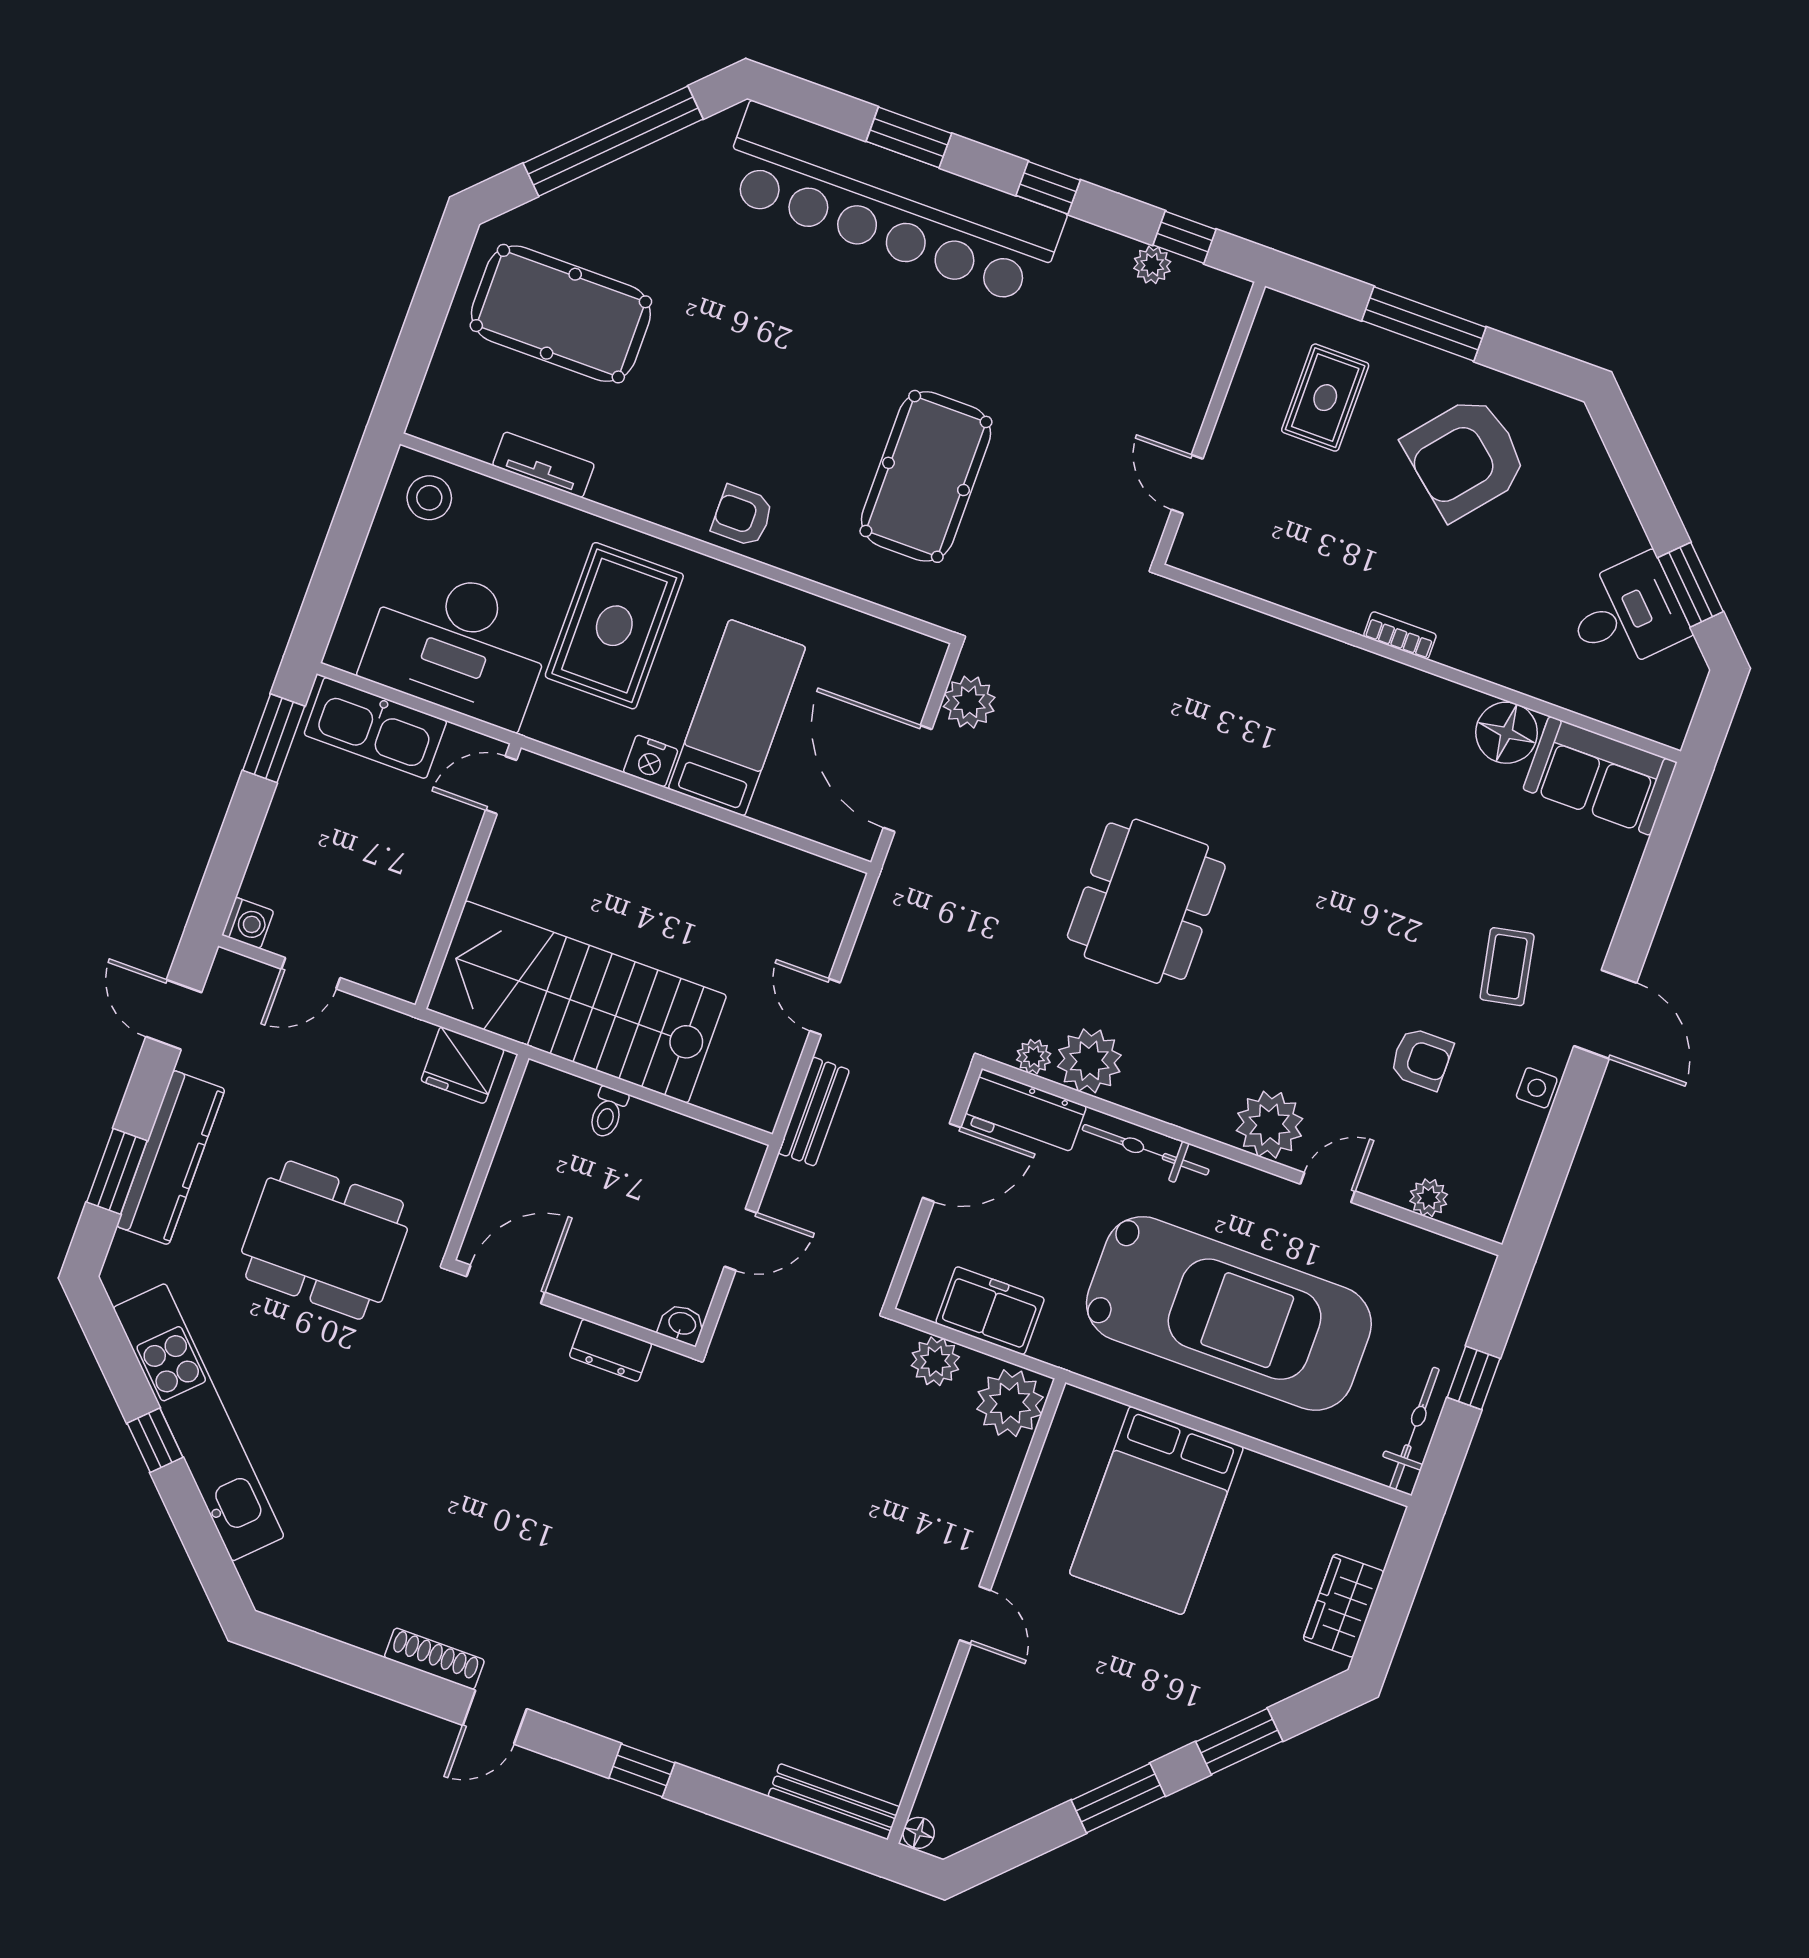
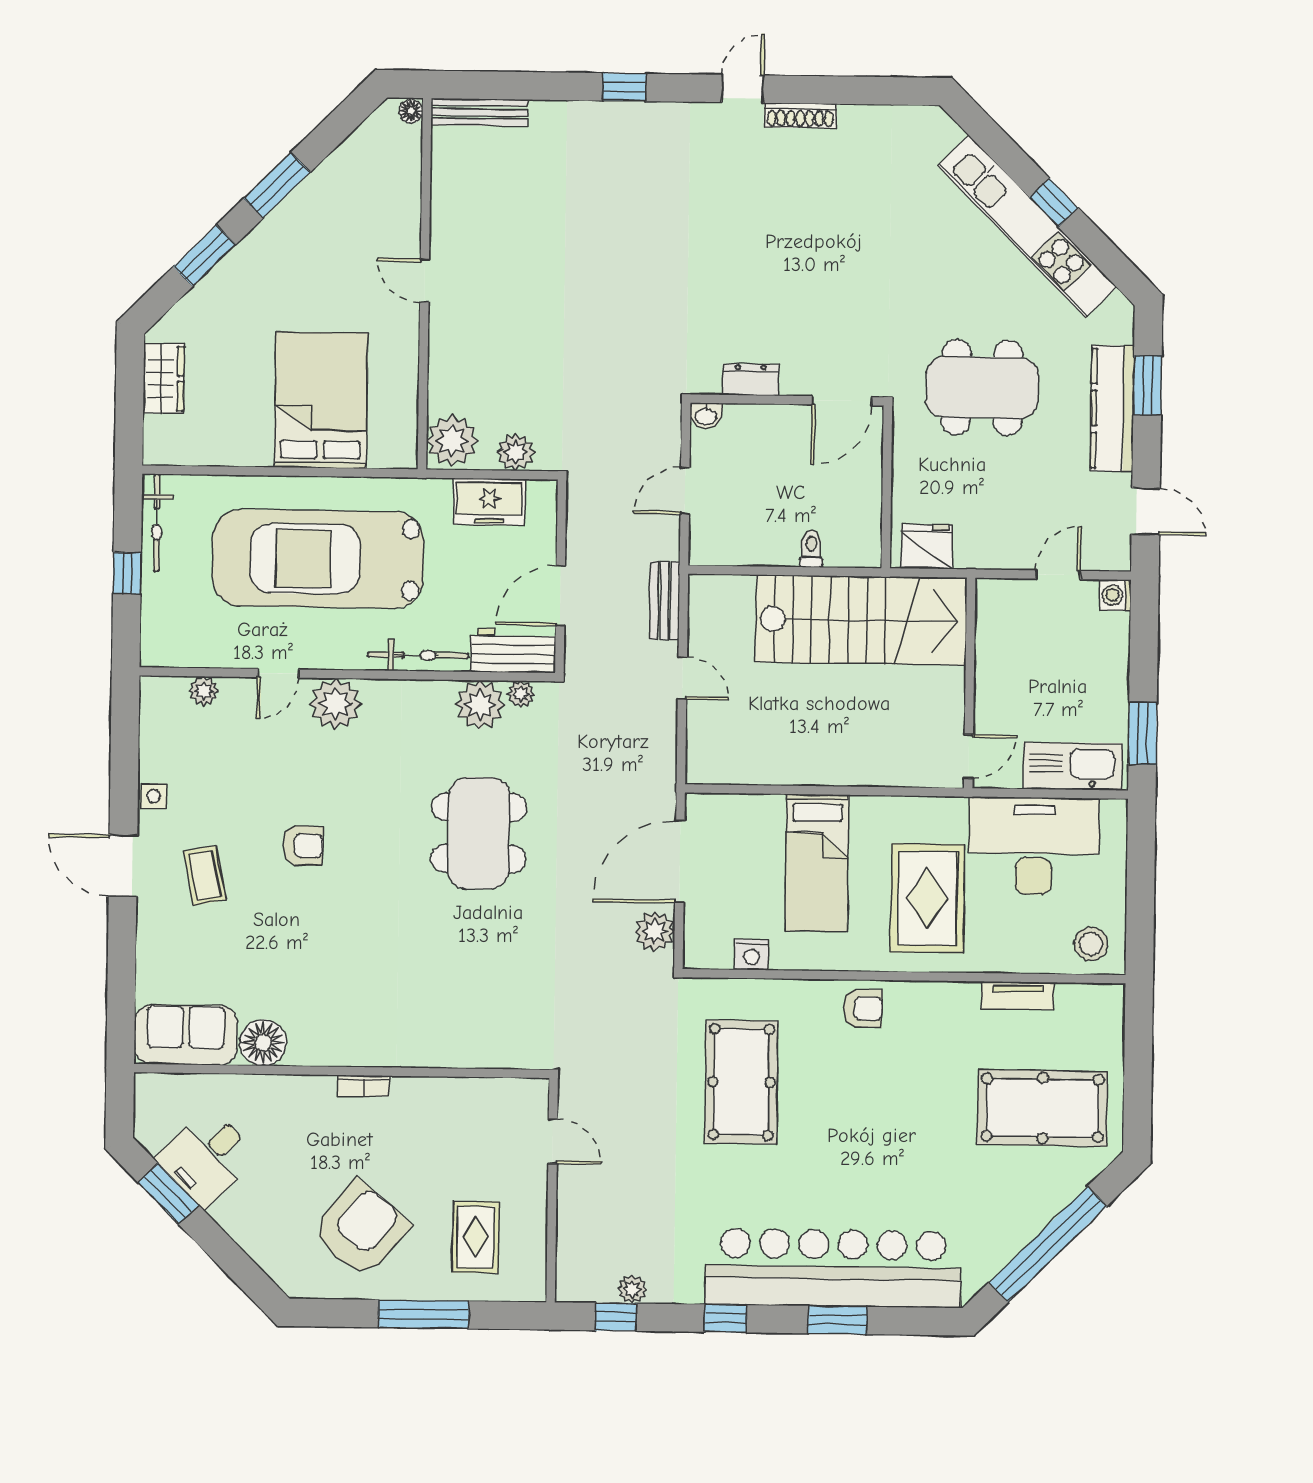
nightstand: (651, 761) -> (752, 955), moved, turned 180
door: (908, 778) -> (680, 862), swing flipped
armchair: (1421, 1059) -> (303, 846), moved, turned 180

